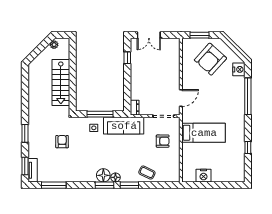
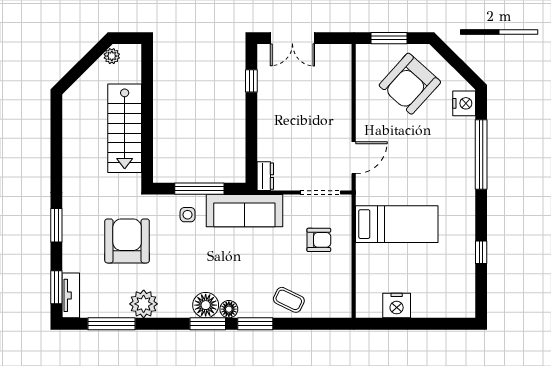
armchair: (62, 142) -> (127, 241), width x1.88, depth x1.88
plant: (71, 175) -> (144, 304), added

